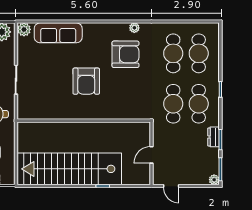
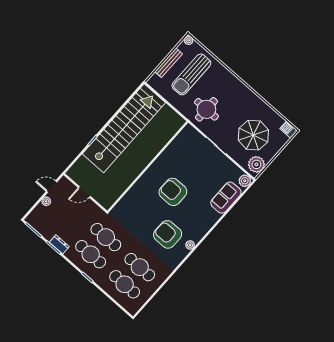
plant: (134, 28) -> (190, 245), moved
sofa: (58, 33) -> (226, 198), width x0.73
armchair: (125, 54) -> (168, 234), turned 90
door: (151, 155) -> (84, 192), swing flipped
plant: (214, 180) -> (46, 201), moved

